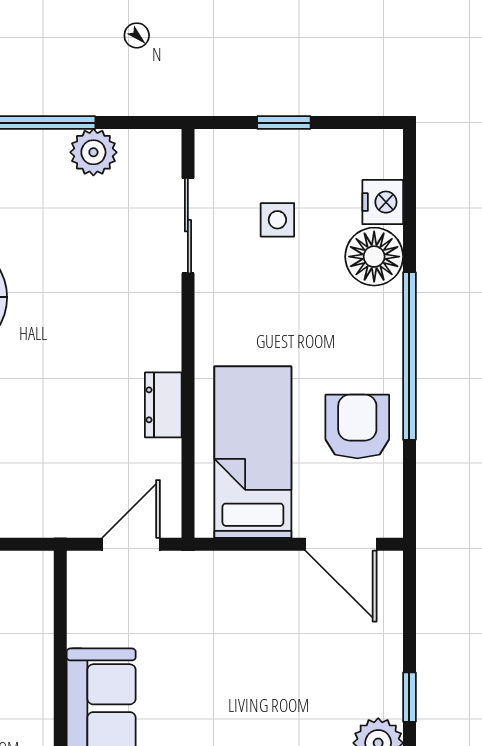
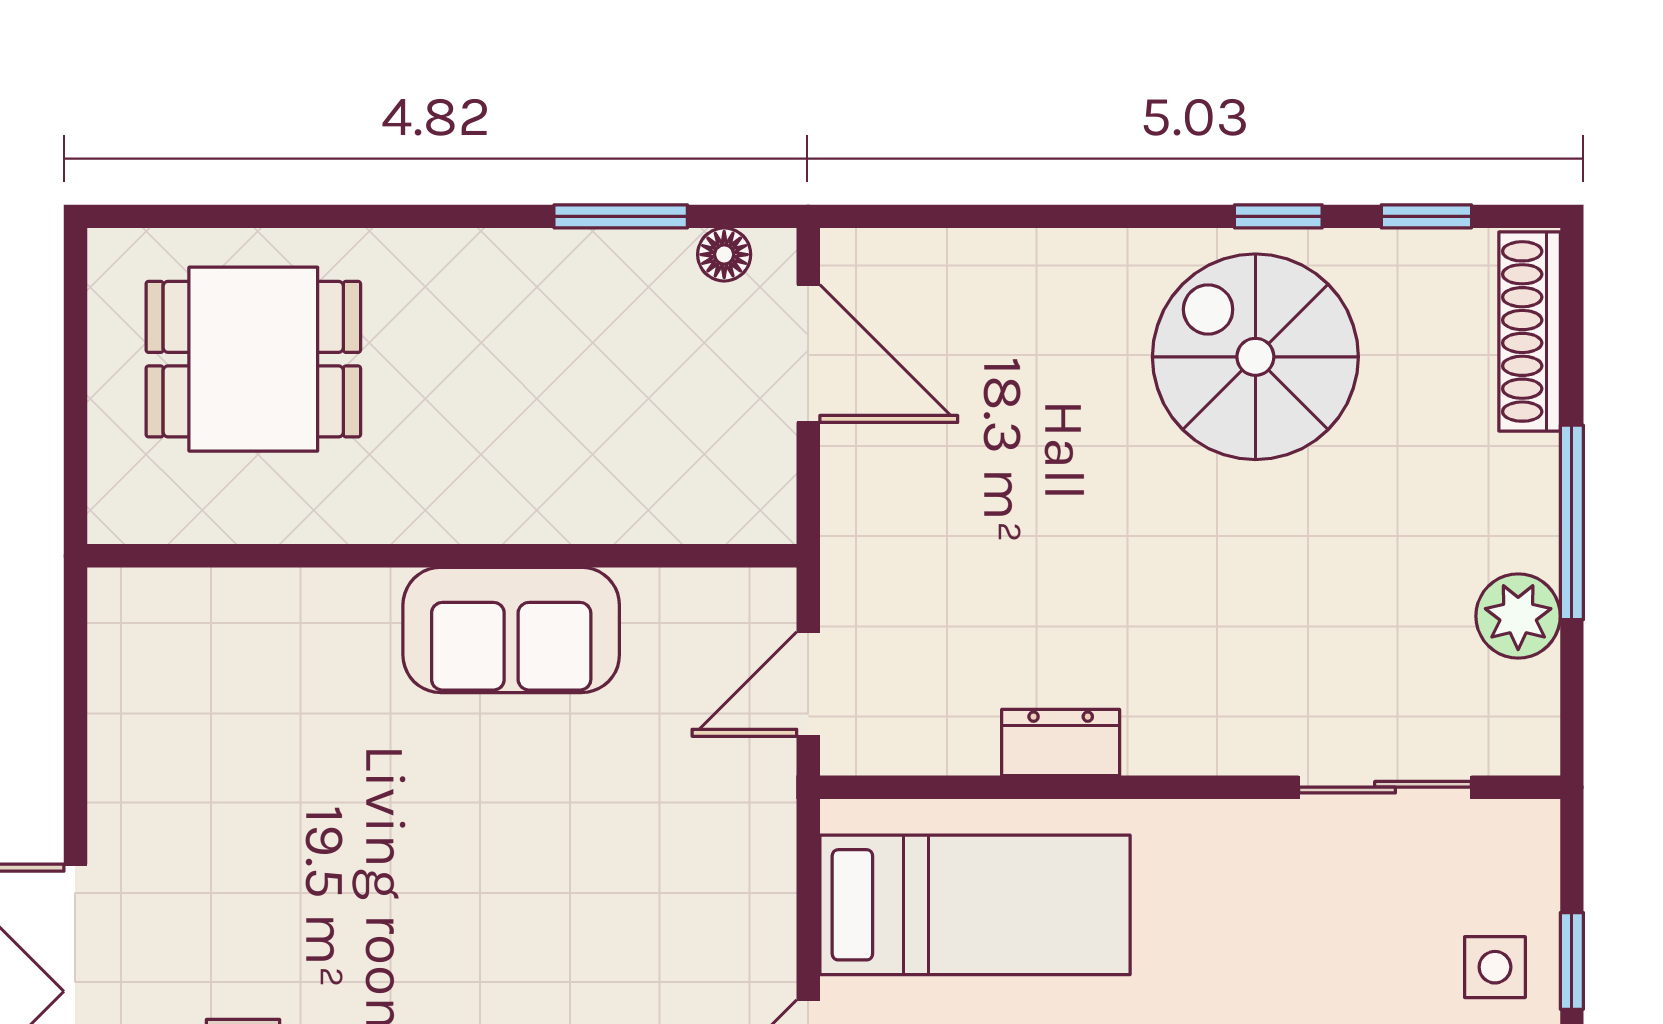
side table: (277, 220) -> (1495, 967), moved
door: (131, 544) -> (808, 684), swing flipped

